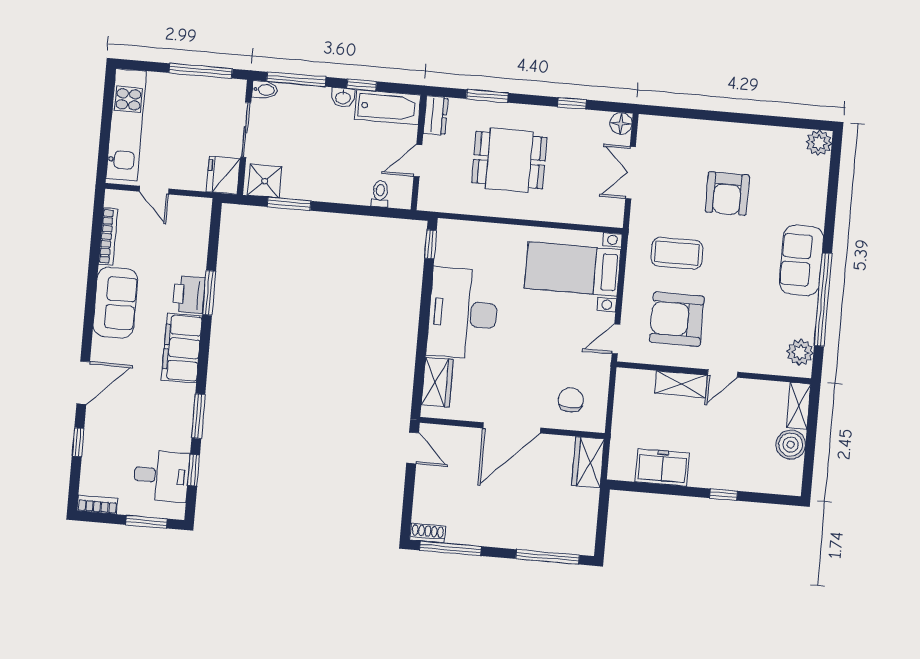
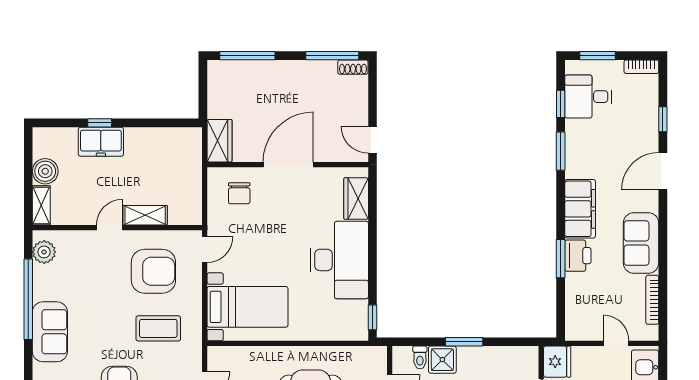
shower: (265, 181) -> (442, 360), moved
window: (289, 204) -> (464, 342), moved
freezer: (662, 467) -> (101, 142), moved

